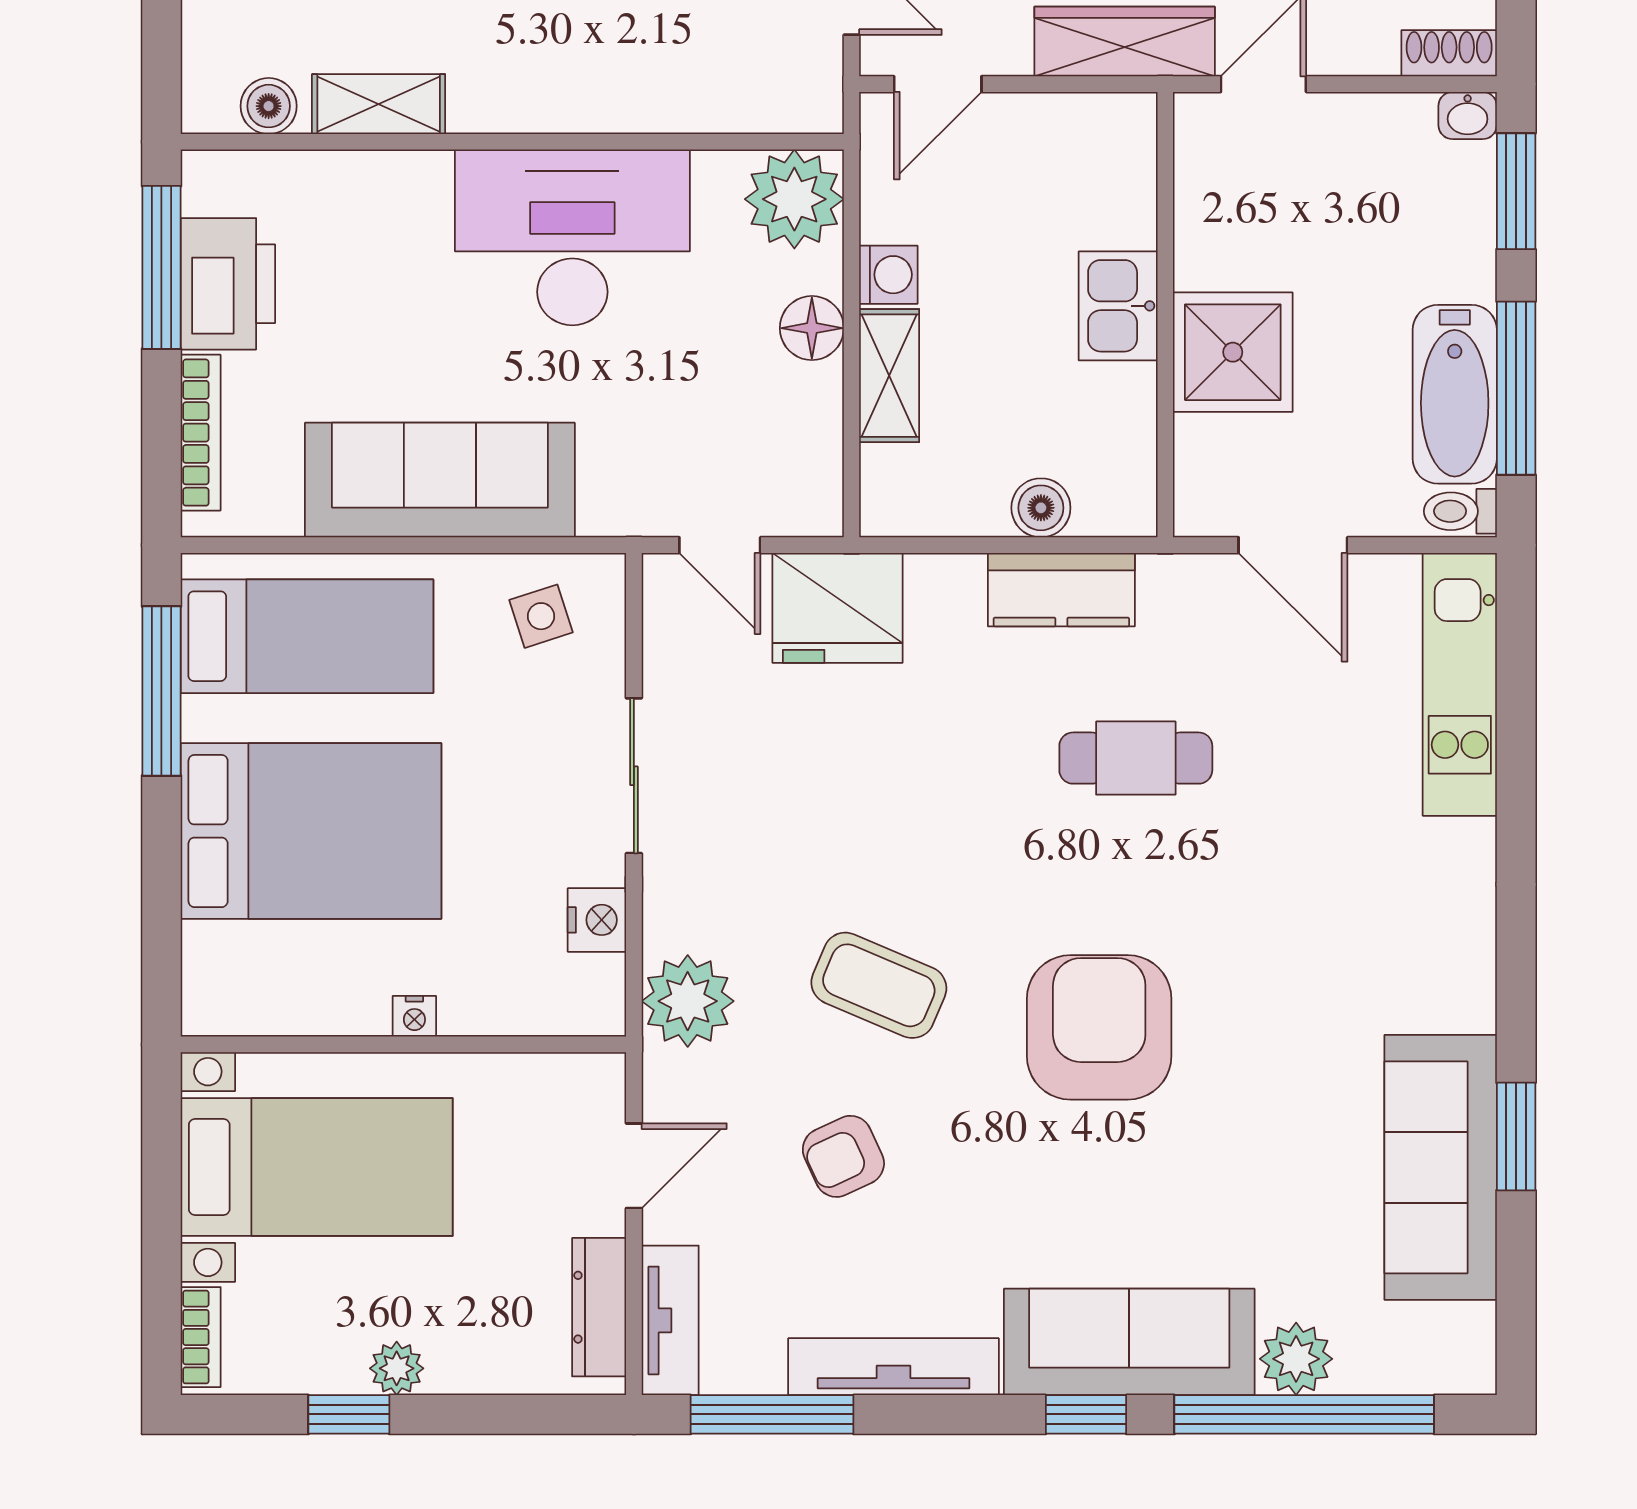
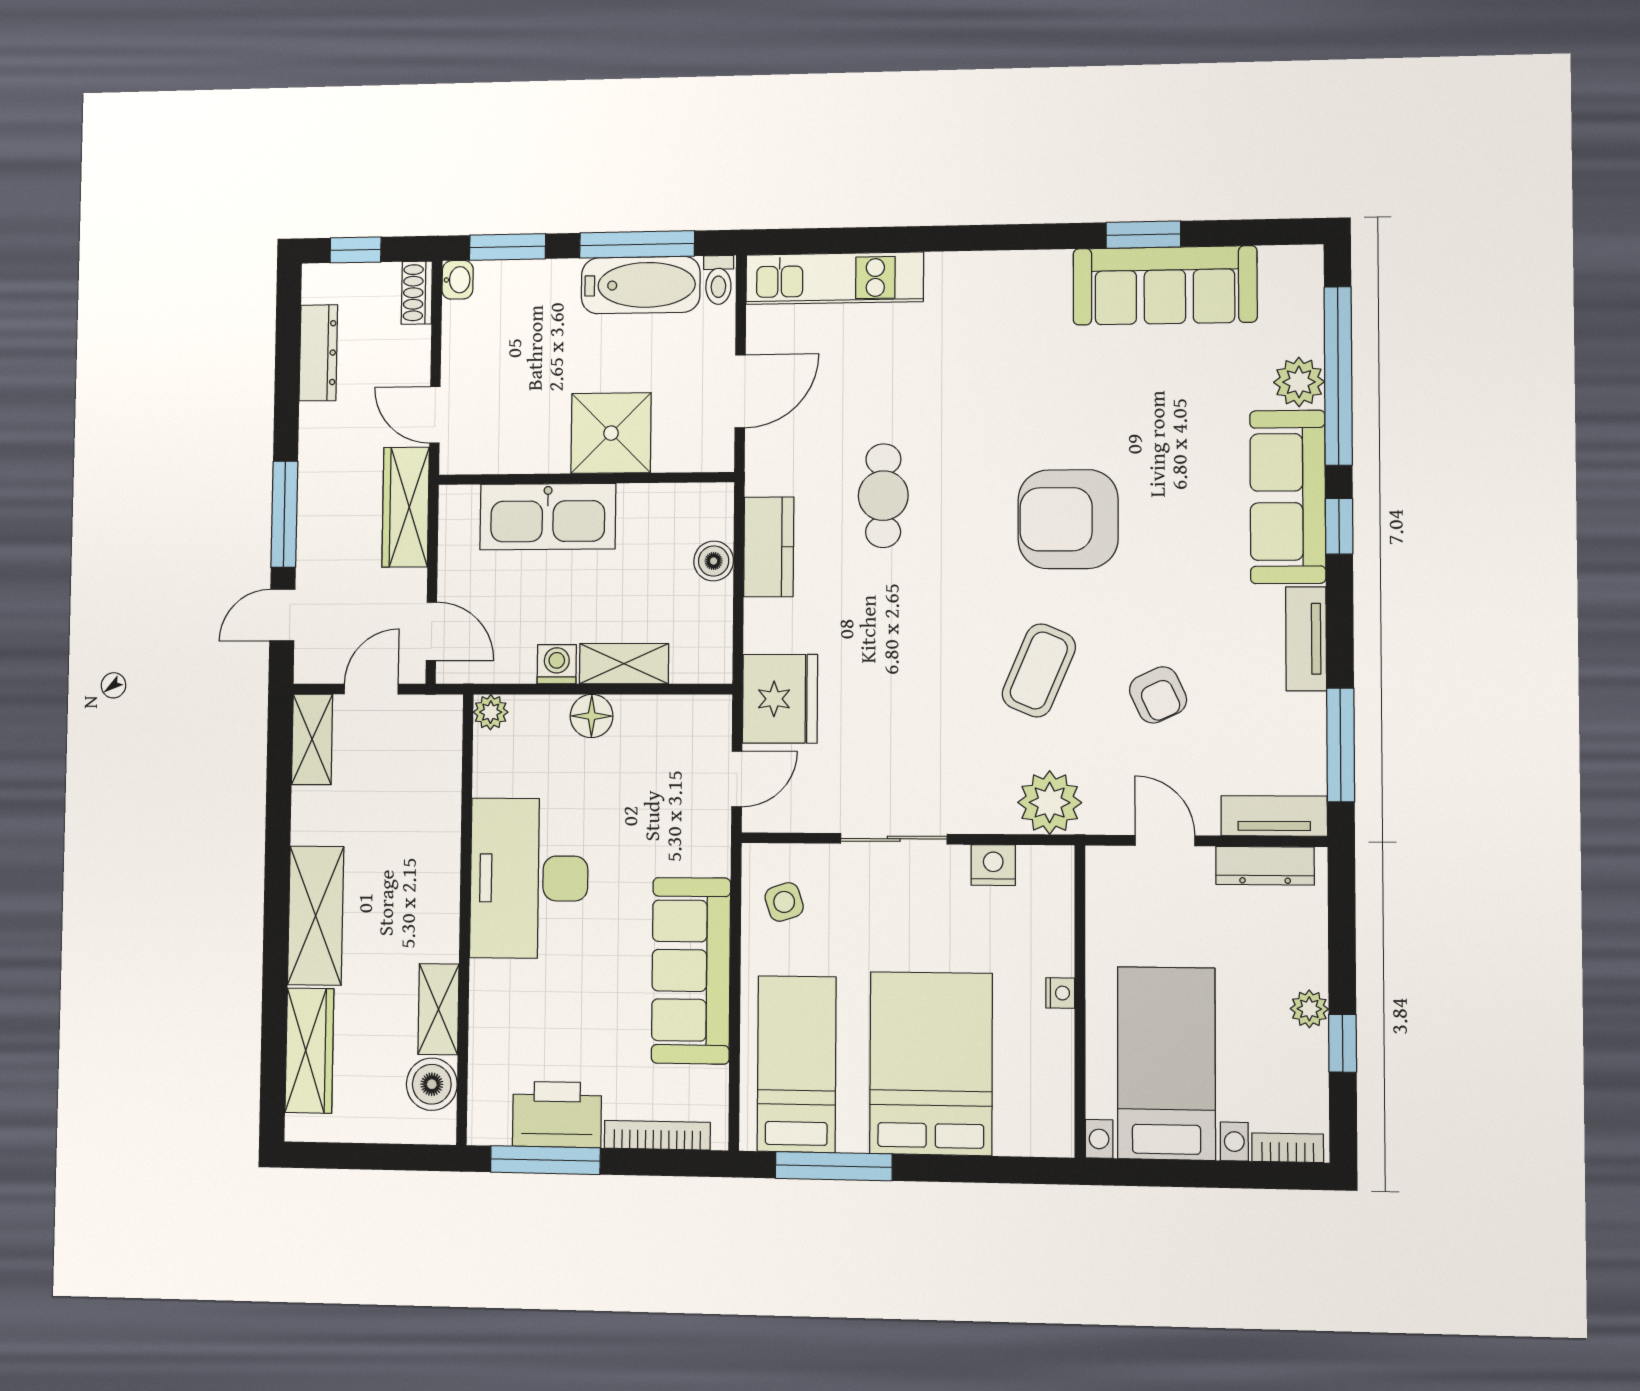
boiler: (269, 106) -> (432, 1084), width x1.36, depth x1.36
plant: (794, 199) -> (491, 712), width x0.53, depth x0.53
kitchen sink: (1118, 306) -> (548, 517), width x1.88, depth x1.24
tv unit: (893, 1367) -> (1306, 639), width x0.71

